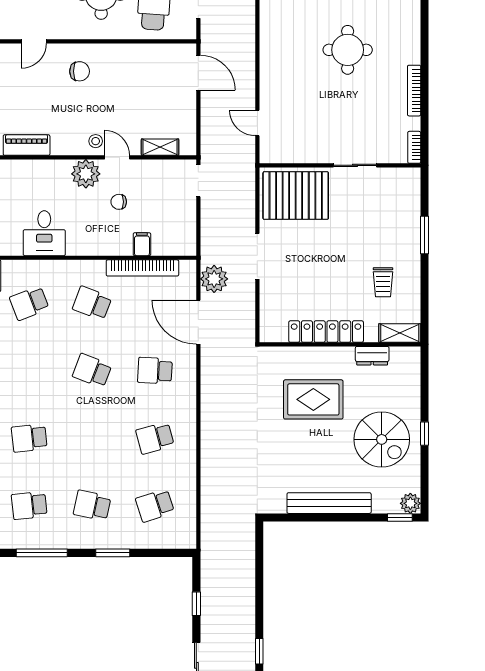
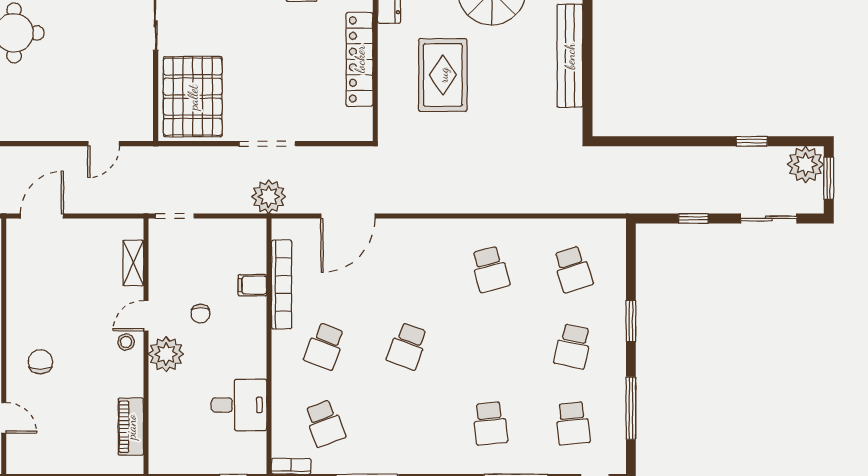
plant: (214, 279) -> (269, 197), moved
school desk: (155, 371) -> (407, 269), removed

